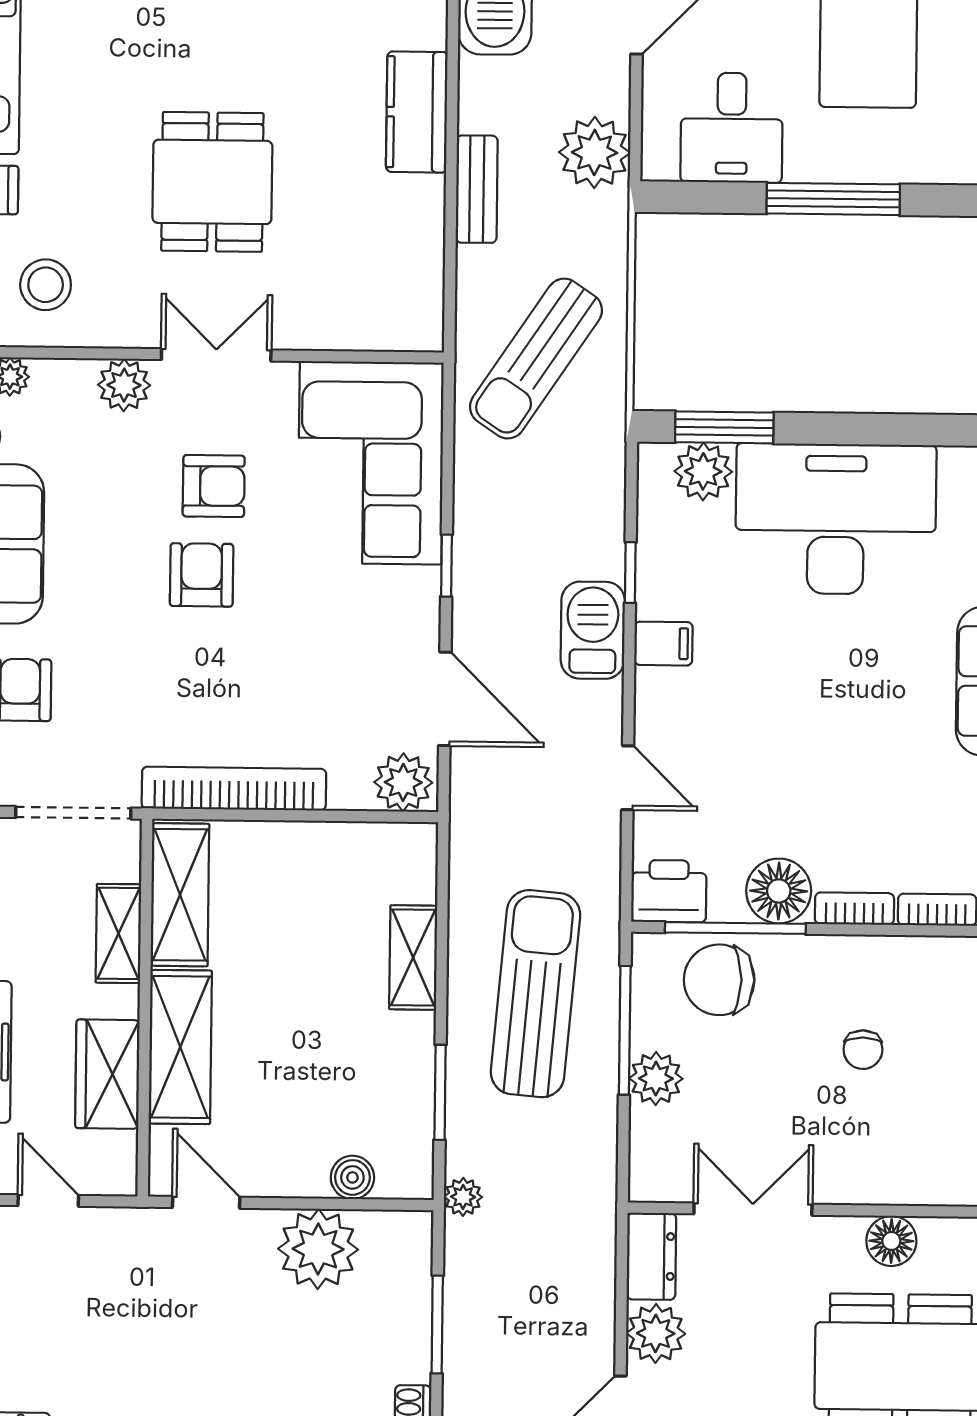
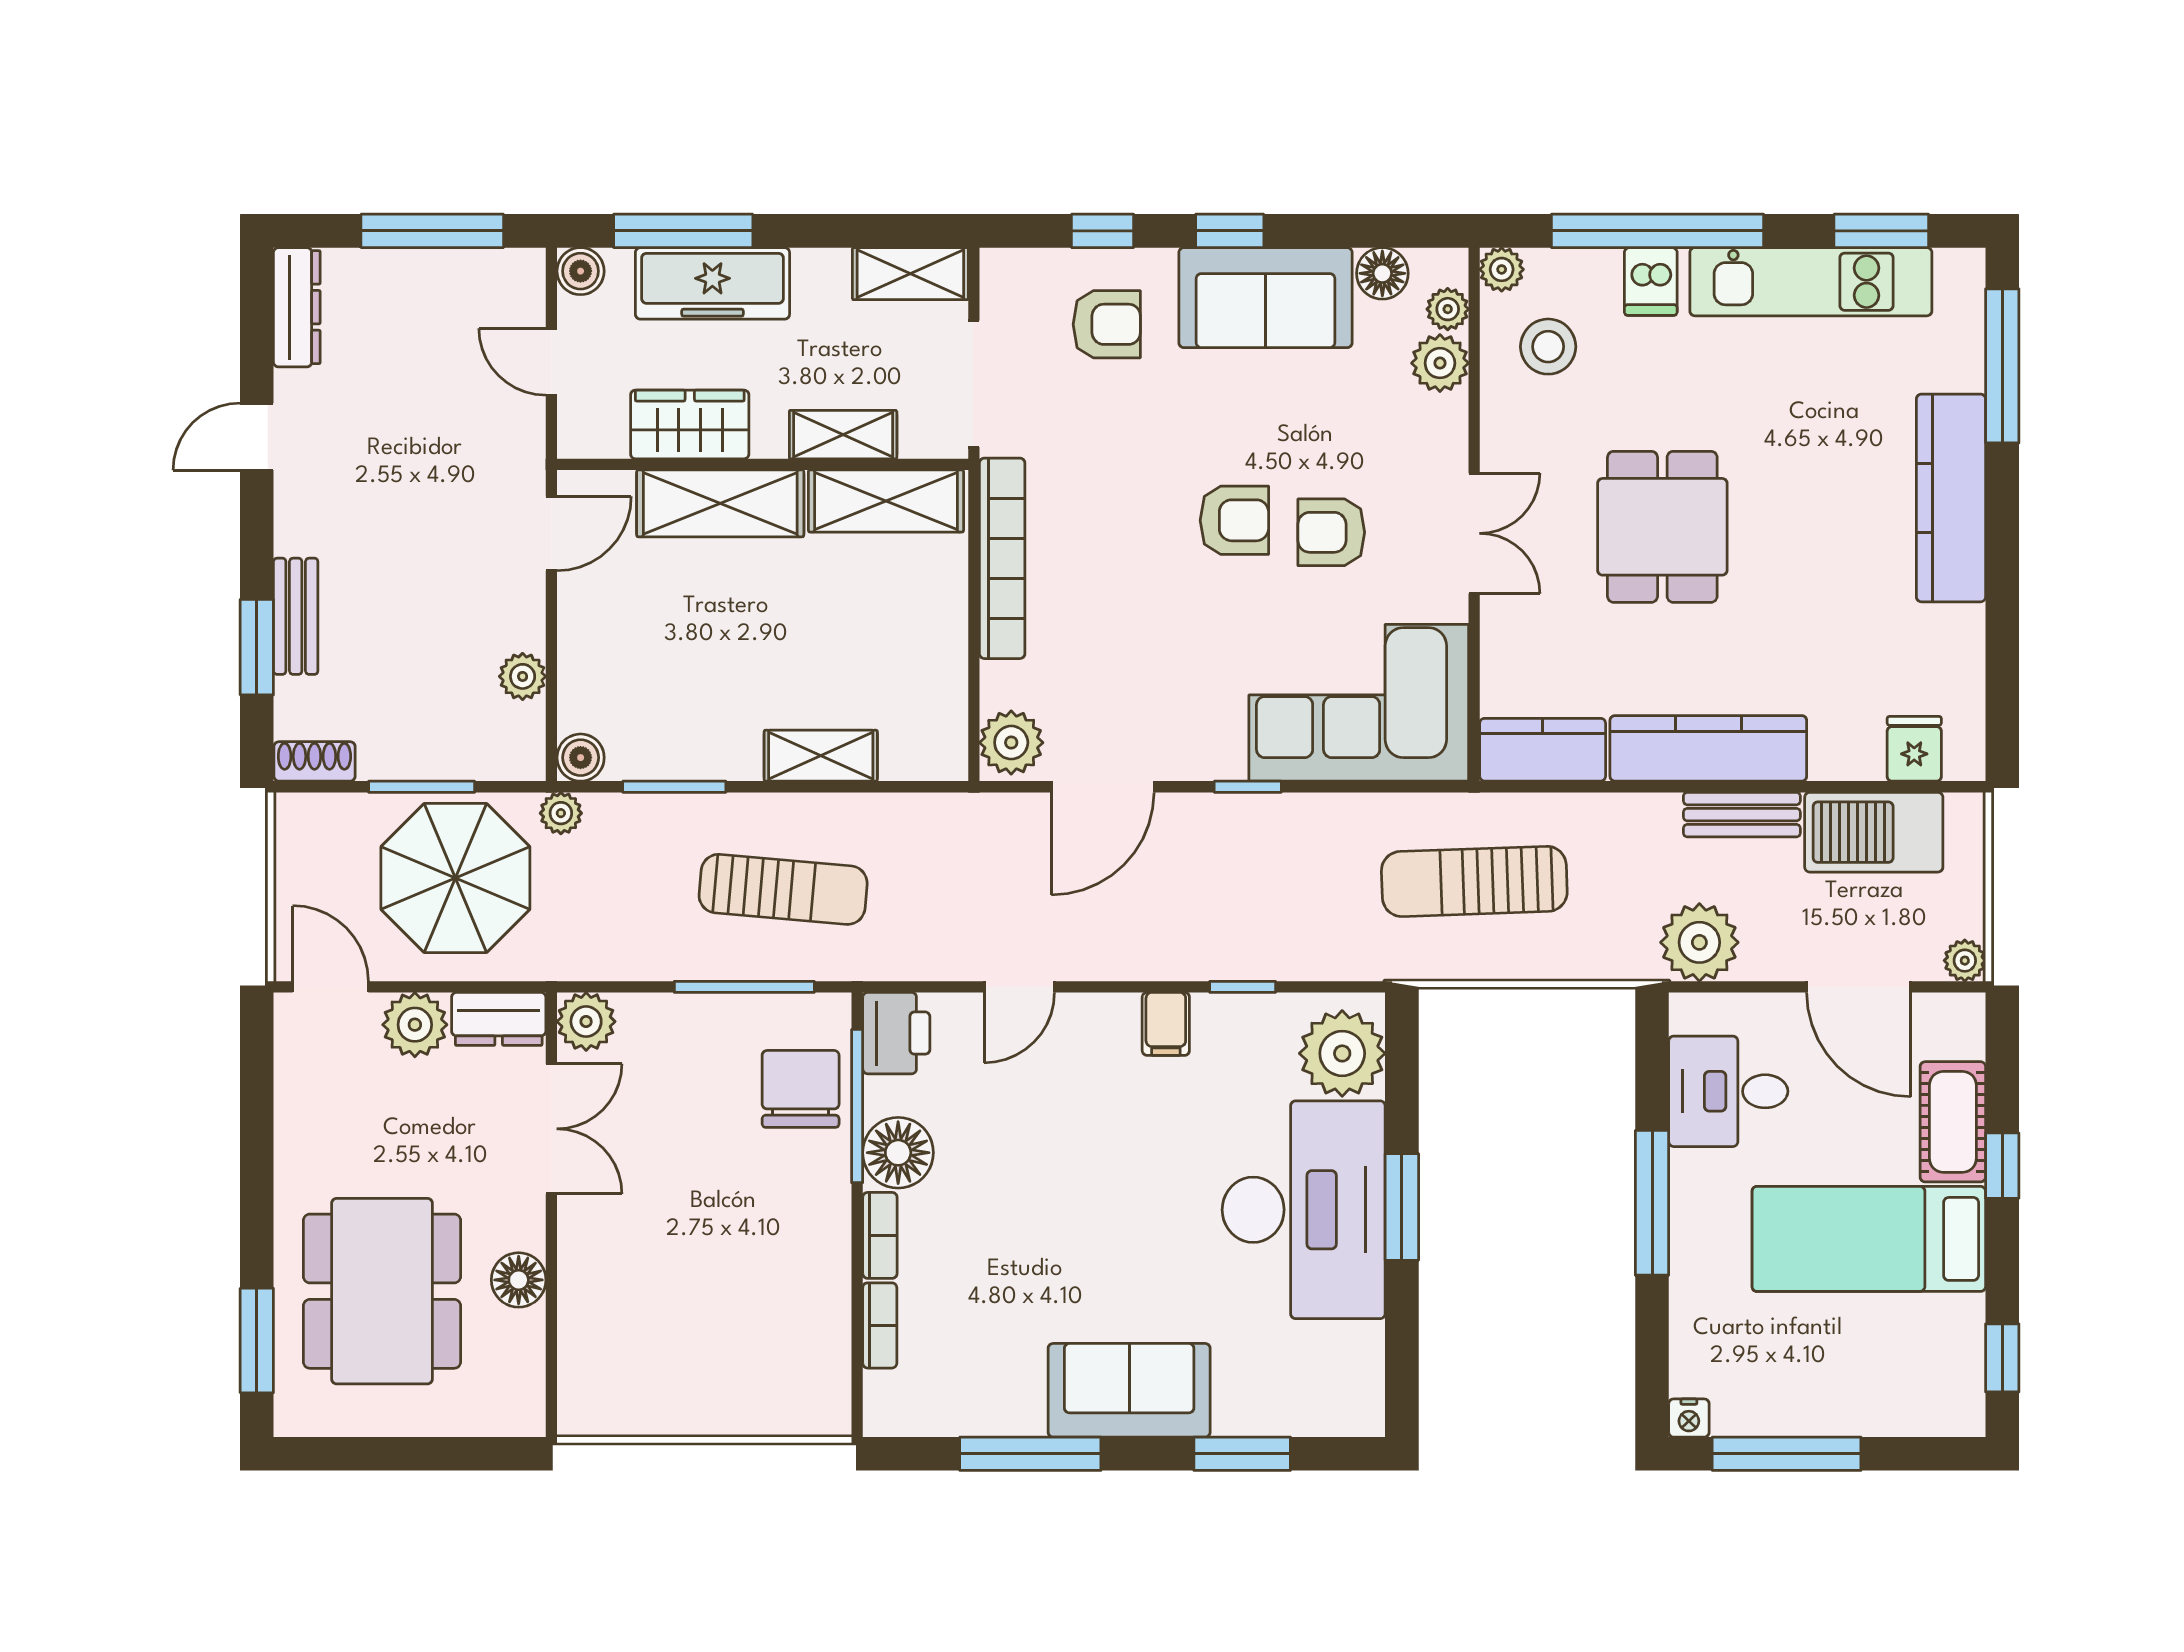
kitchen counter: (417, 112) -> (1708, 748), width x1.50
dining table: (212, 182) -> (1662, 527), turned 90
bench: (477, 189) -> (1742, 815), moved
kitchen counter: (416, 294) -> (1543, 750), added
sun lounger: (536, 359) -> (1474, 881), turned -36
plant: (124, 385) -> (1440, 363), moved
window: (724, 427) -> (1402, 1207), moved
plant: (703, 471) -> (1342, 1053), width x1.36, depth x1.36
armchair: (214, 486) -> (1331, 532), turned 90
barbecue: (593, 630) -> (1179, 947), removed
sun lounger: (536, 994) -> (783, 889), width x0.73, depth x0.75
chair: (863, 1050) -> (726, 1246), removed
plant: (656, 1078) -> (586, 1022), moved
boiler: (352, 1177) -> (581, 758), moved
door: (48, 1200) -> (551, 362), swing flipped
plant: (318, 1249) -> (523, 676), width x0.53, depth x0.53
parasol: (521, 1294) -> (455, 878), added

